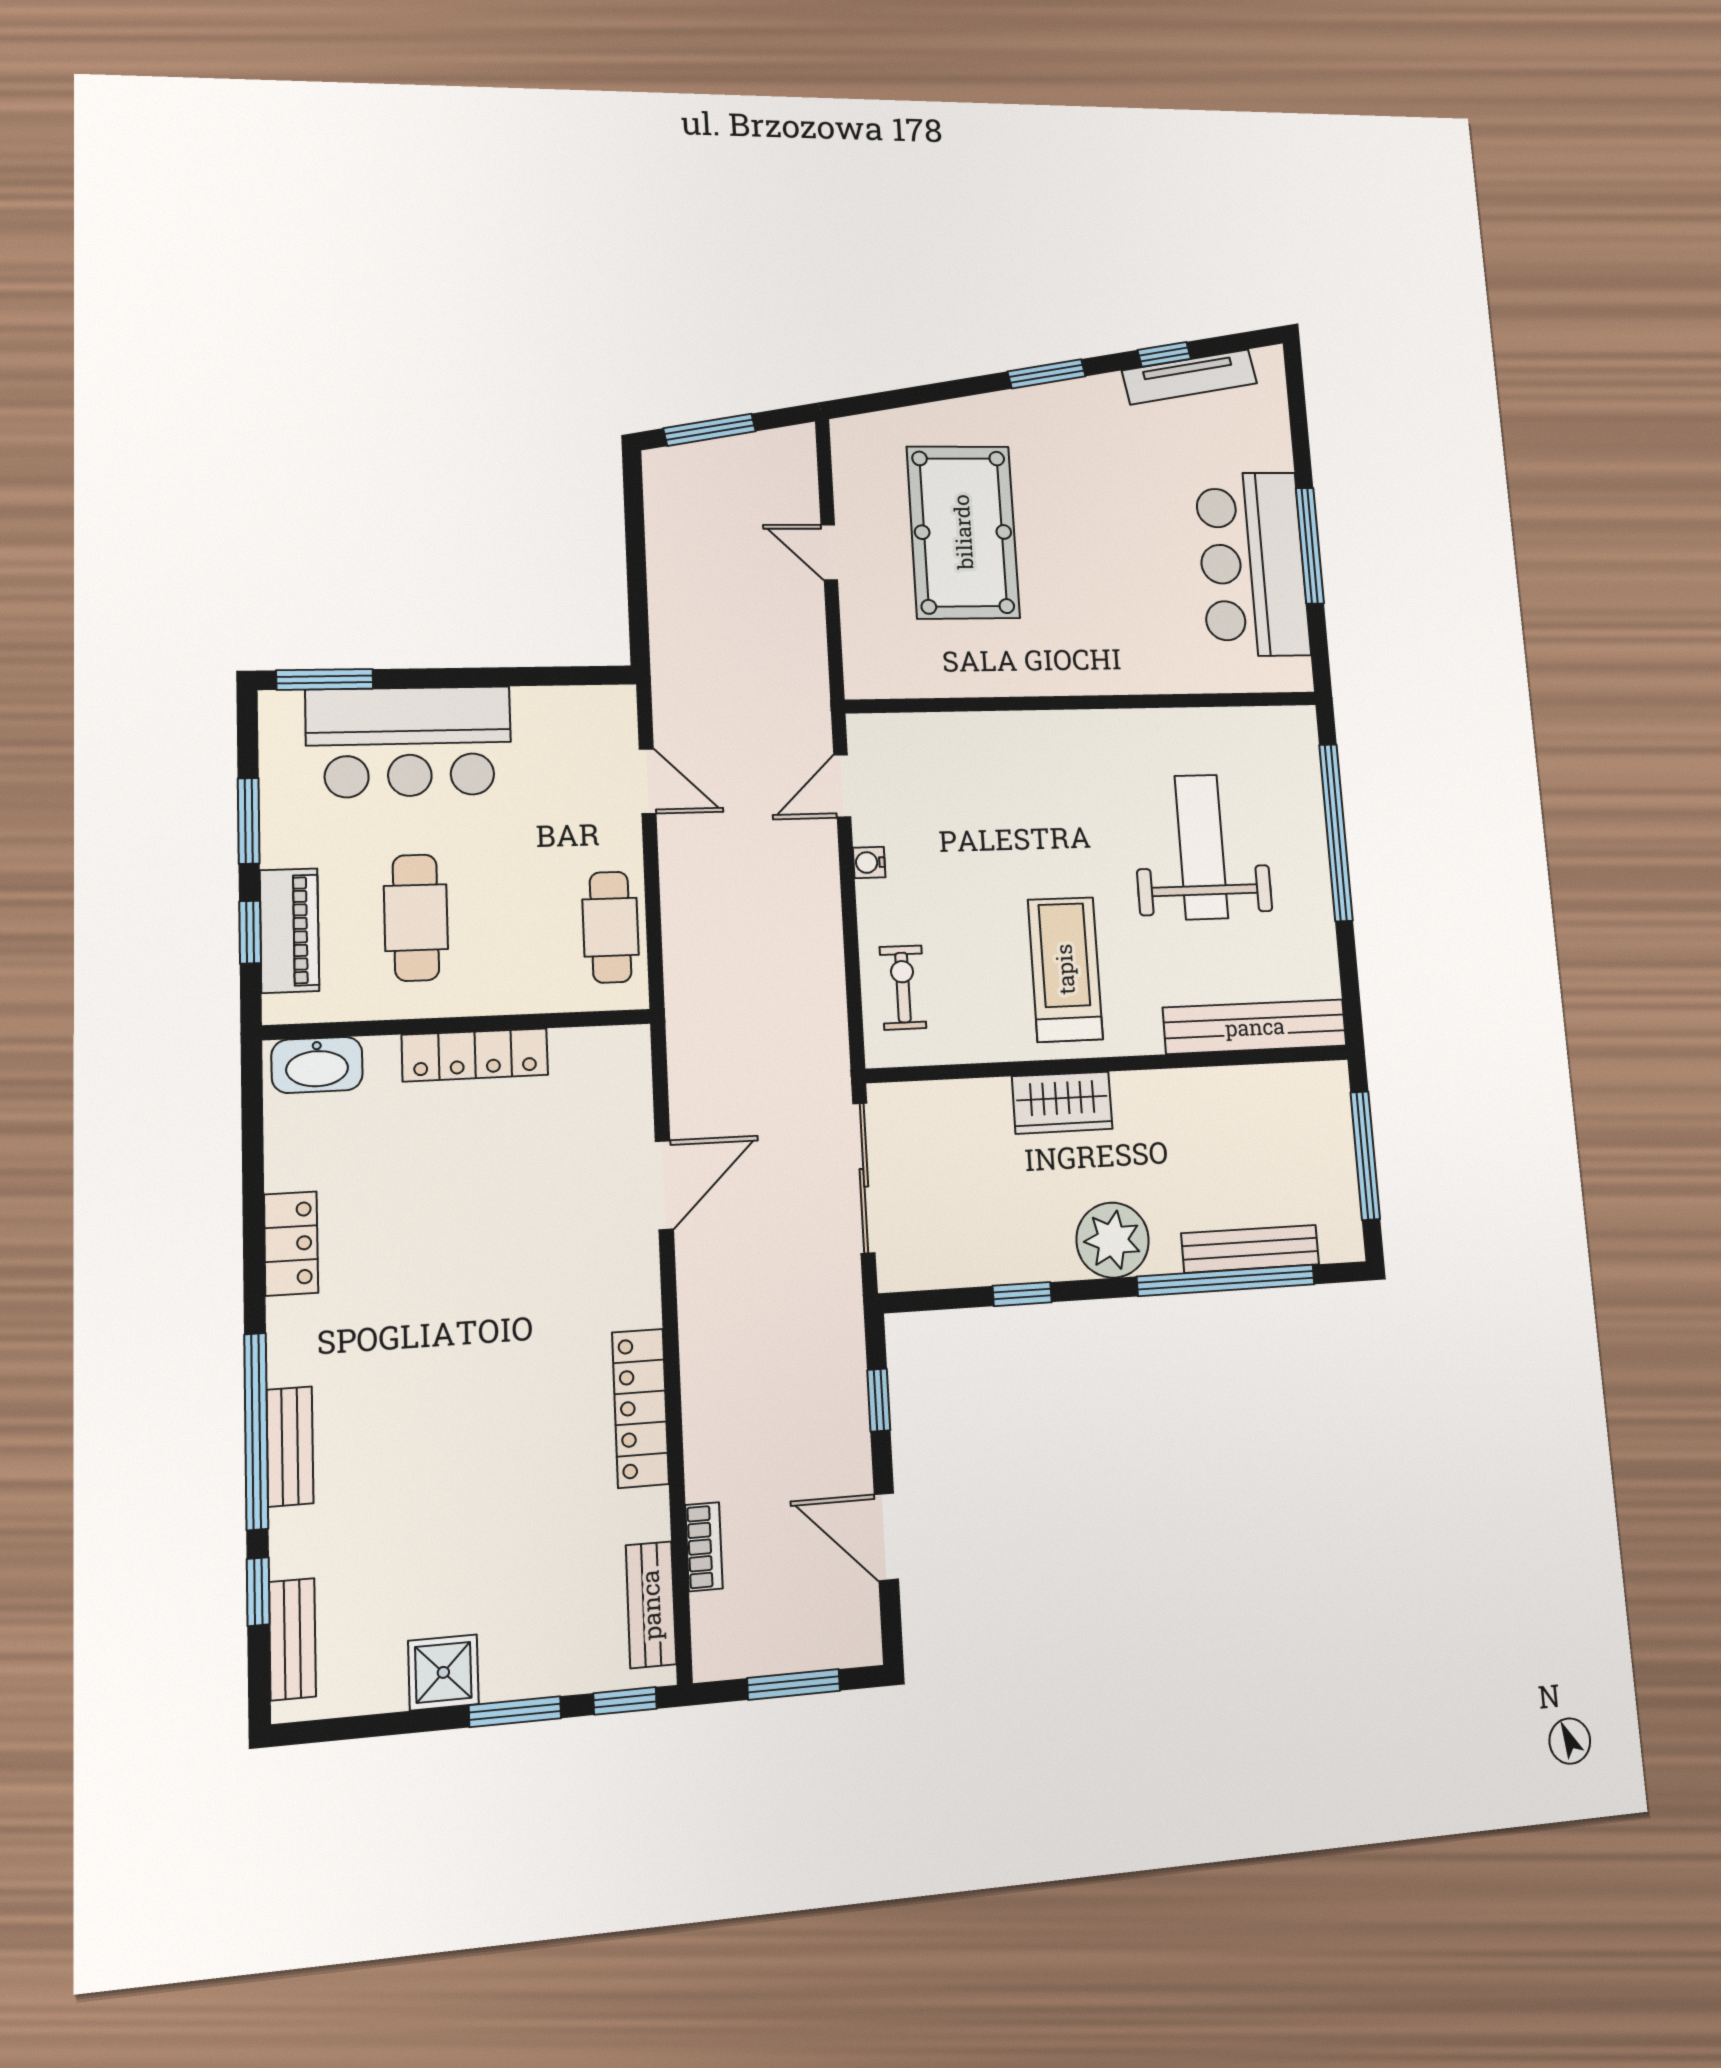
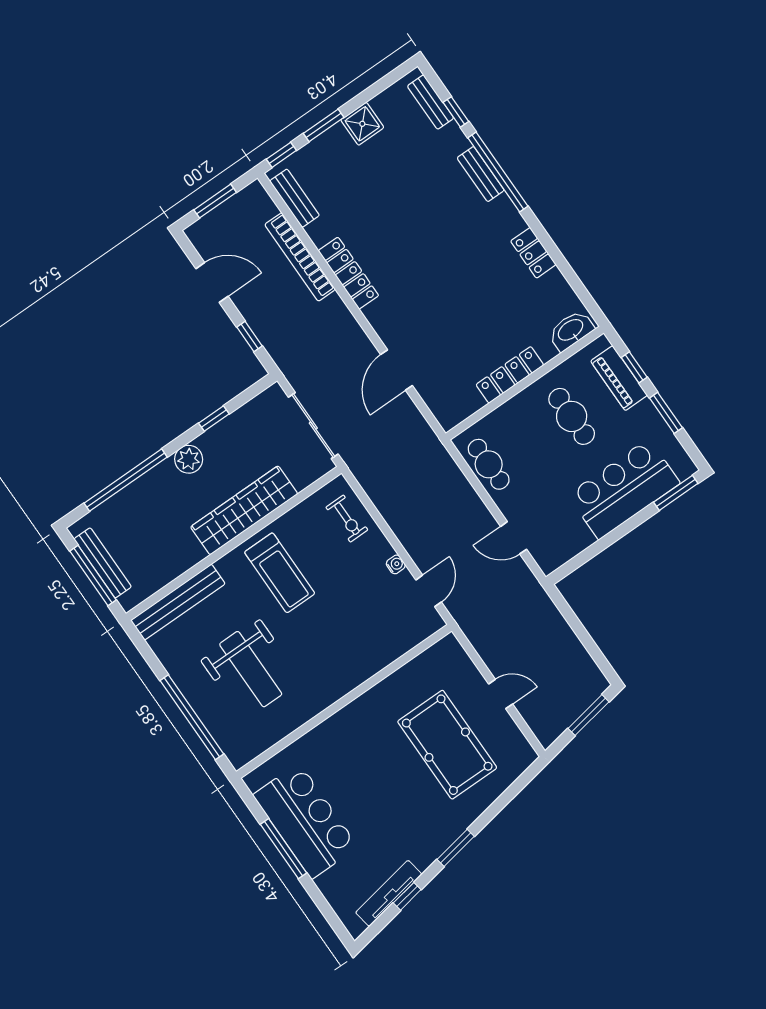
wardrobe: (1062, 1103) -> (244, 510), width x2.10, depth x1.17
plant: (1113, 1240) -> (189, 459), width x0.73, depth x0.73
bench: (1250, 1249) -> (103, 563), moved, turned 90
bookcase: (704, 1547) -> (300, 257), width x2.31, depth x1.31

